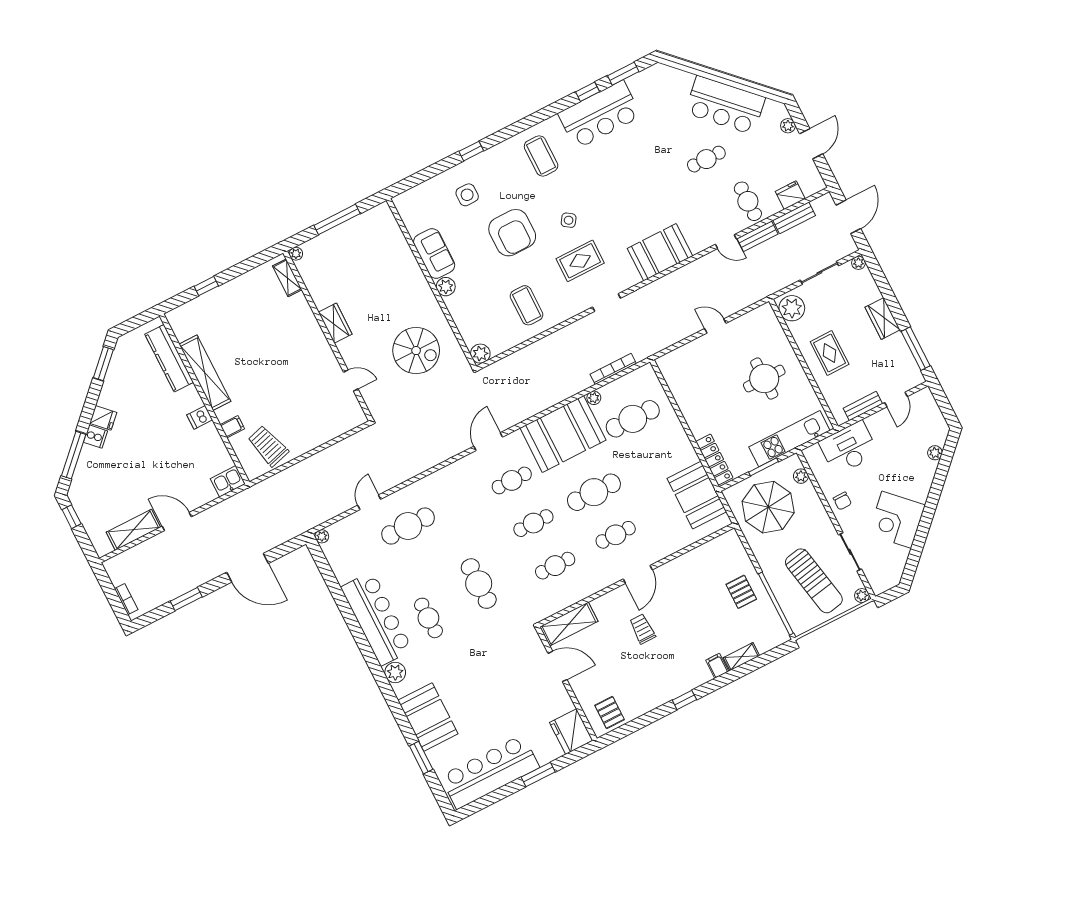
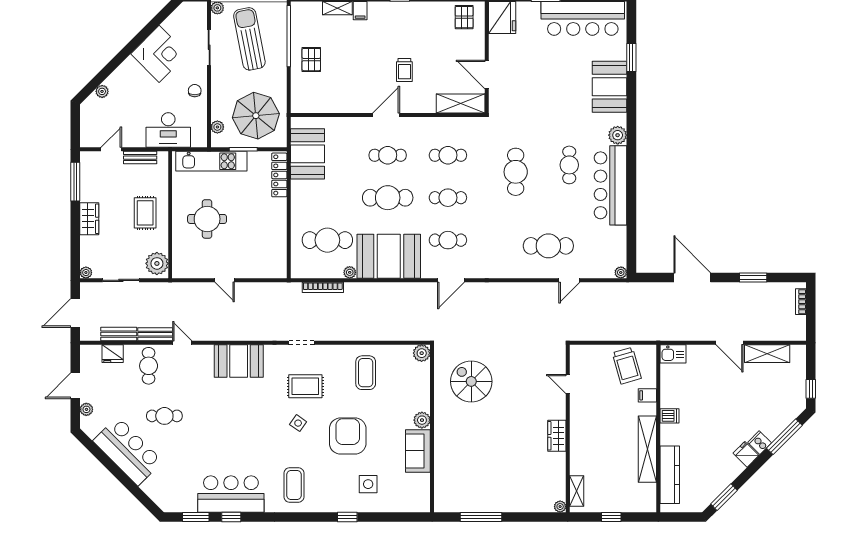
plant: (296, 254) -> (560, 507), moved
shelving: (287, 278) -> (577, 491), moved
wardrobe: (335, 323) -> (557, 436), moved
wall: (328, 336) -> (568, 428), moved
door: (351, 380) -> (568, 384), moved

